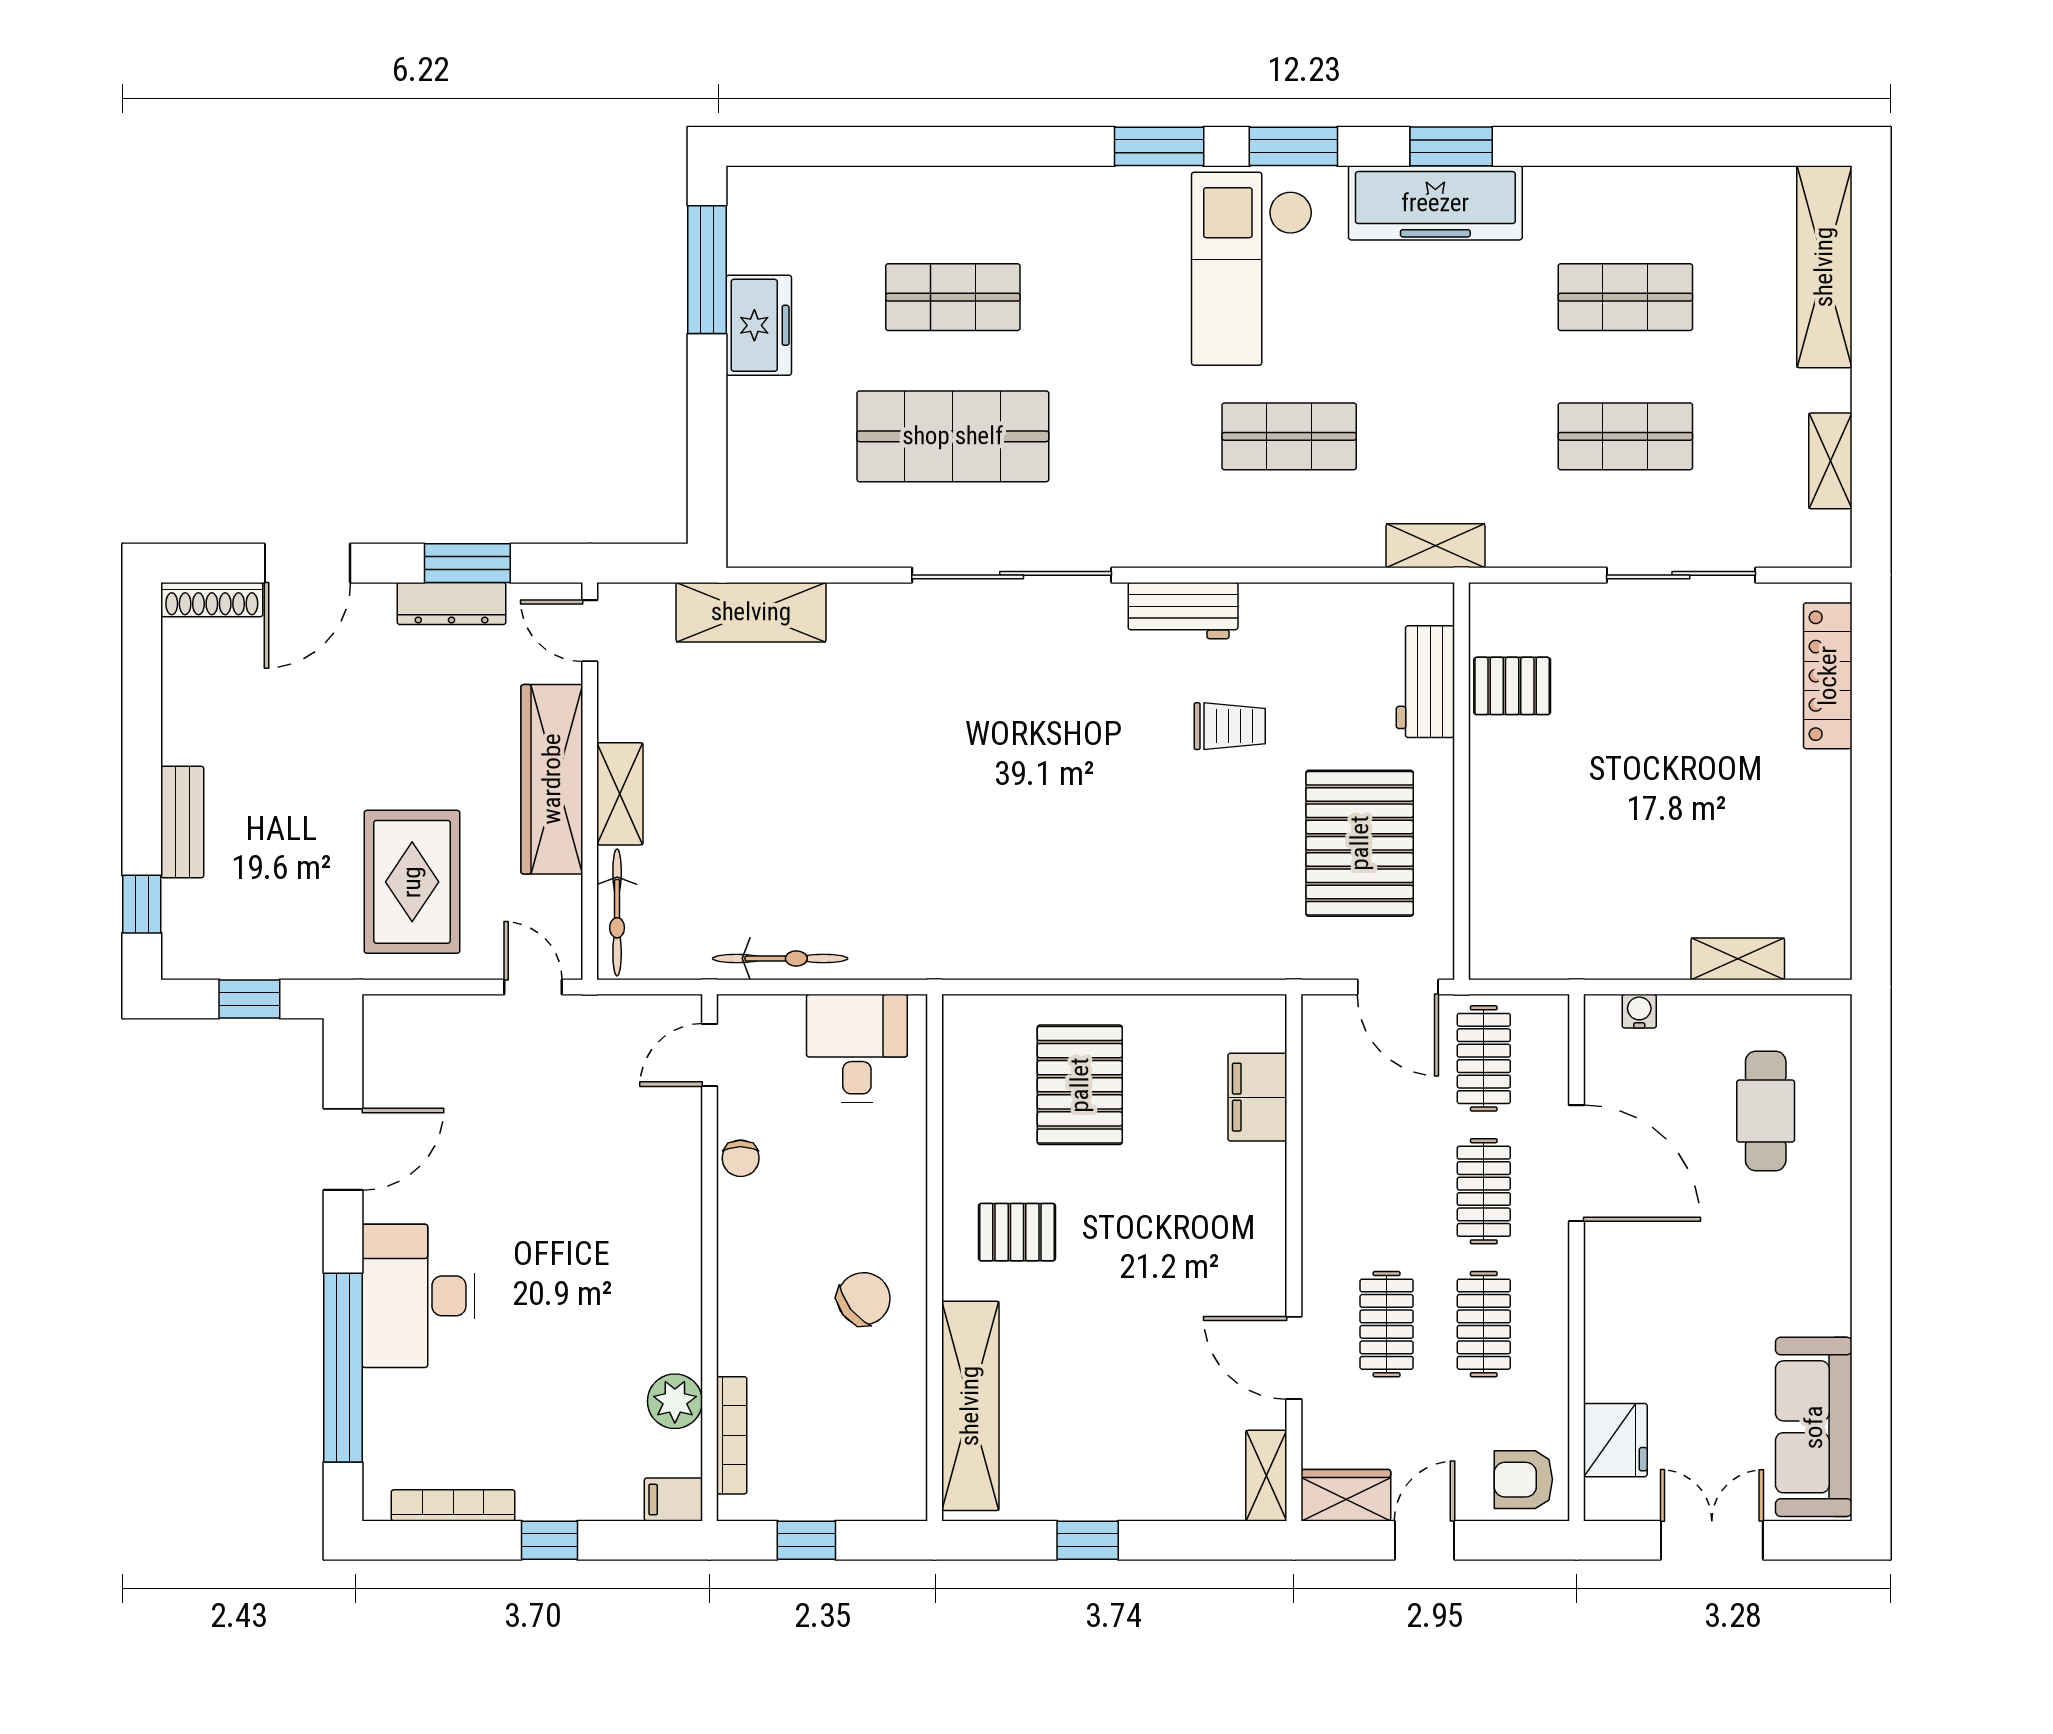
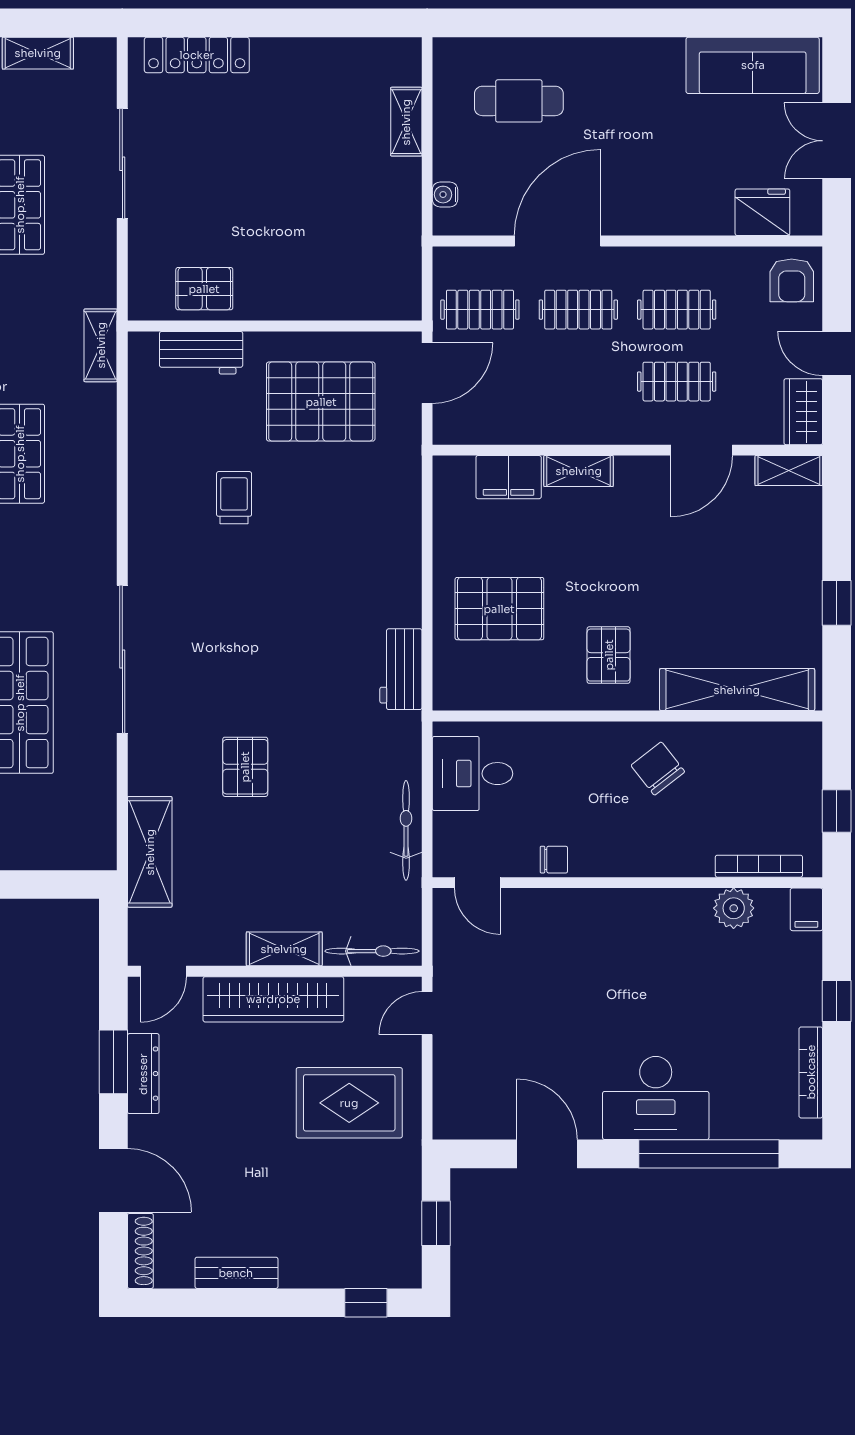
workbench: (1183, 611) -> (401, 669), moved, turned 180
pallet: (1512, 686) -> (204, 289), turned 90
pallet: (866, 741) -> (245, 767), added
bench: (182, 822) -> (236, 1273), moved
shelving: (1266, 1192) -> (579, 471), added

